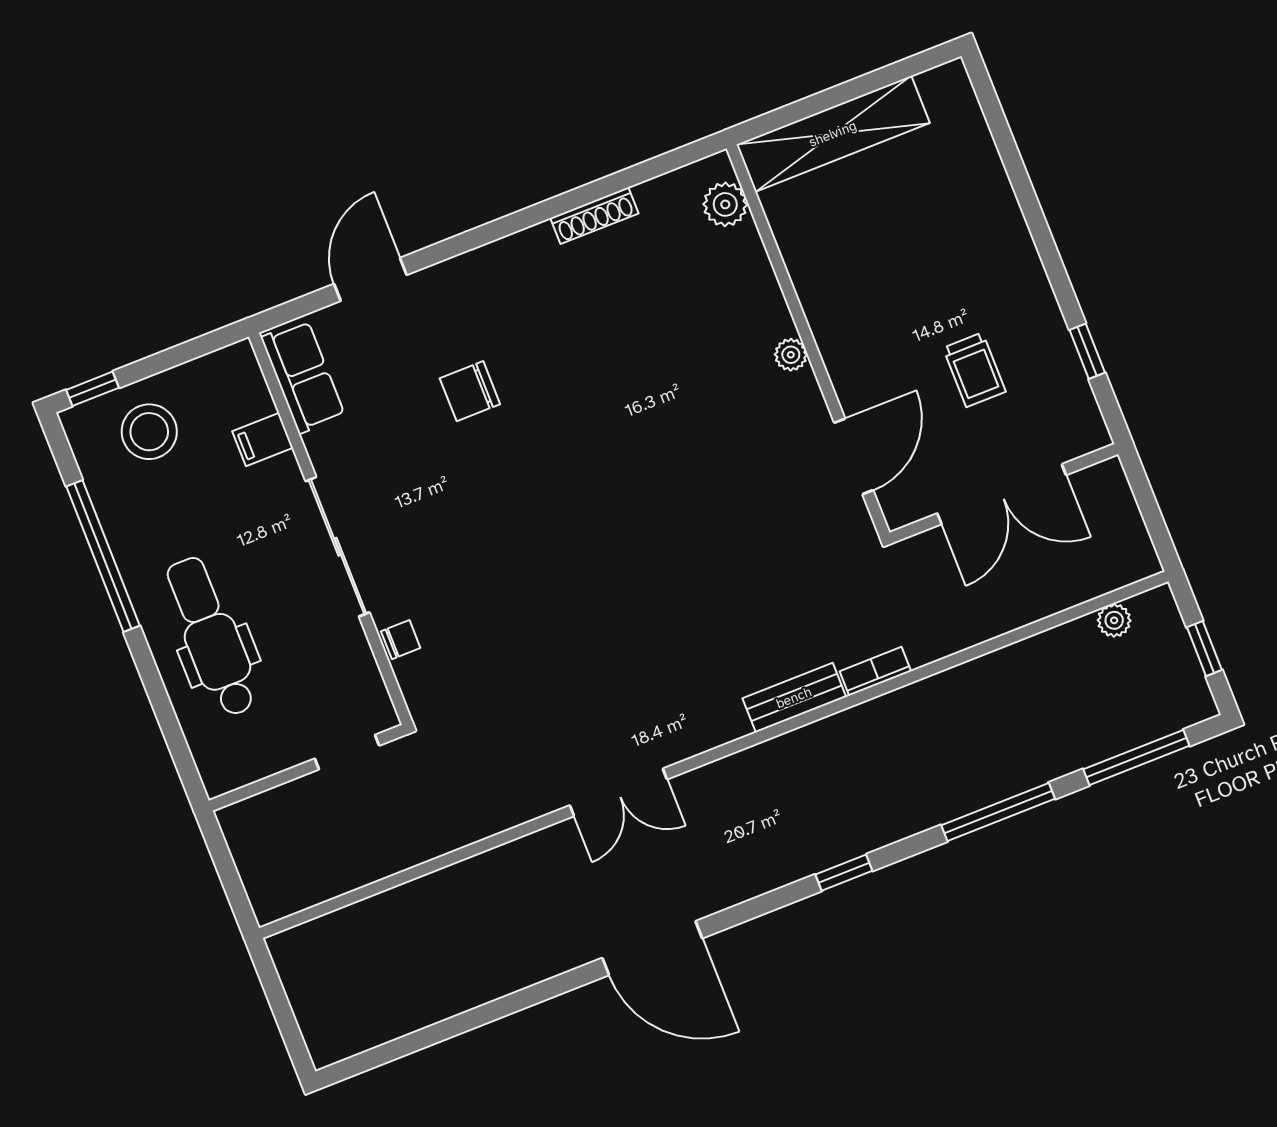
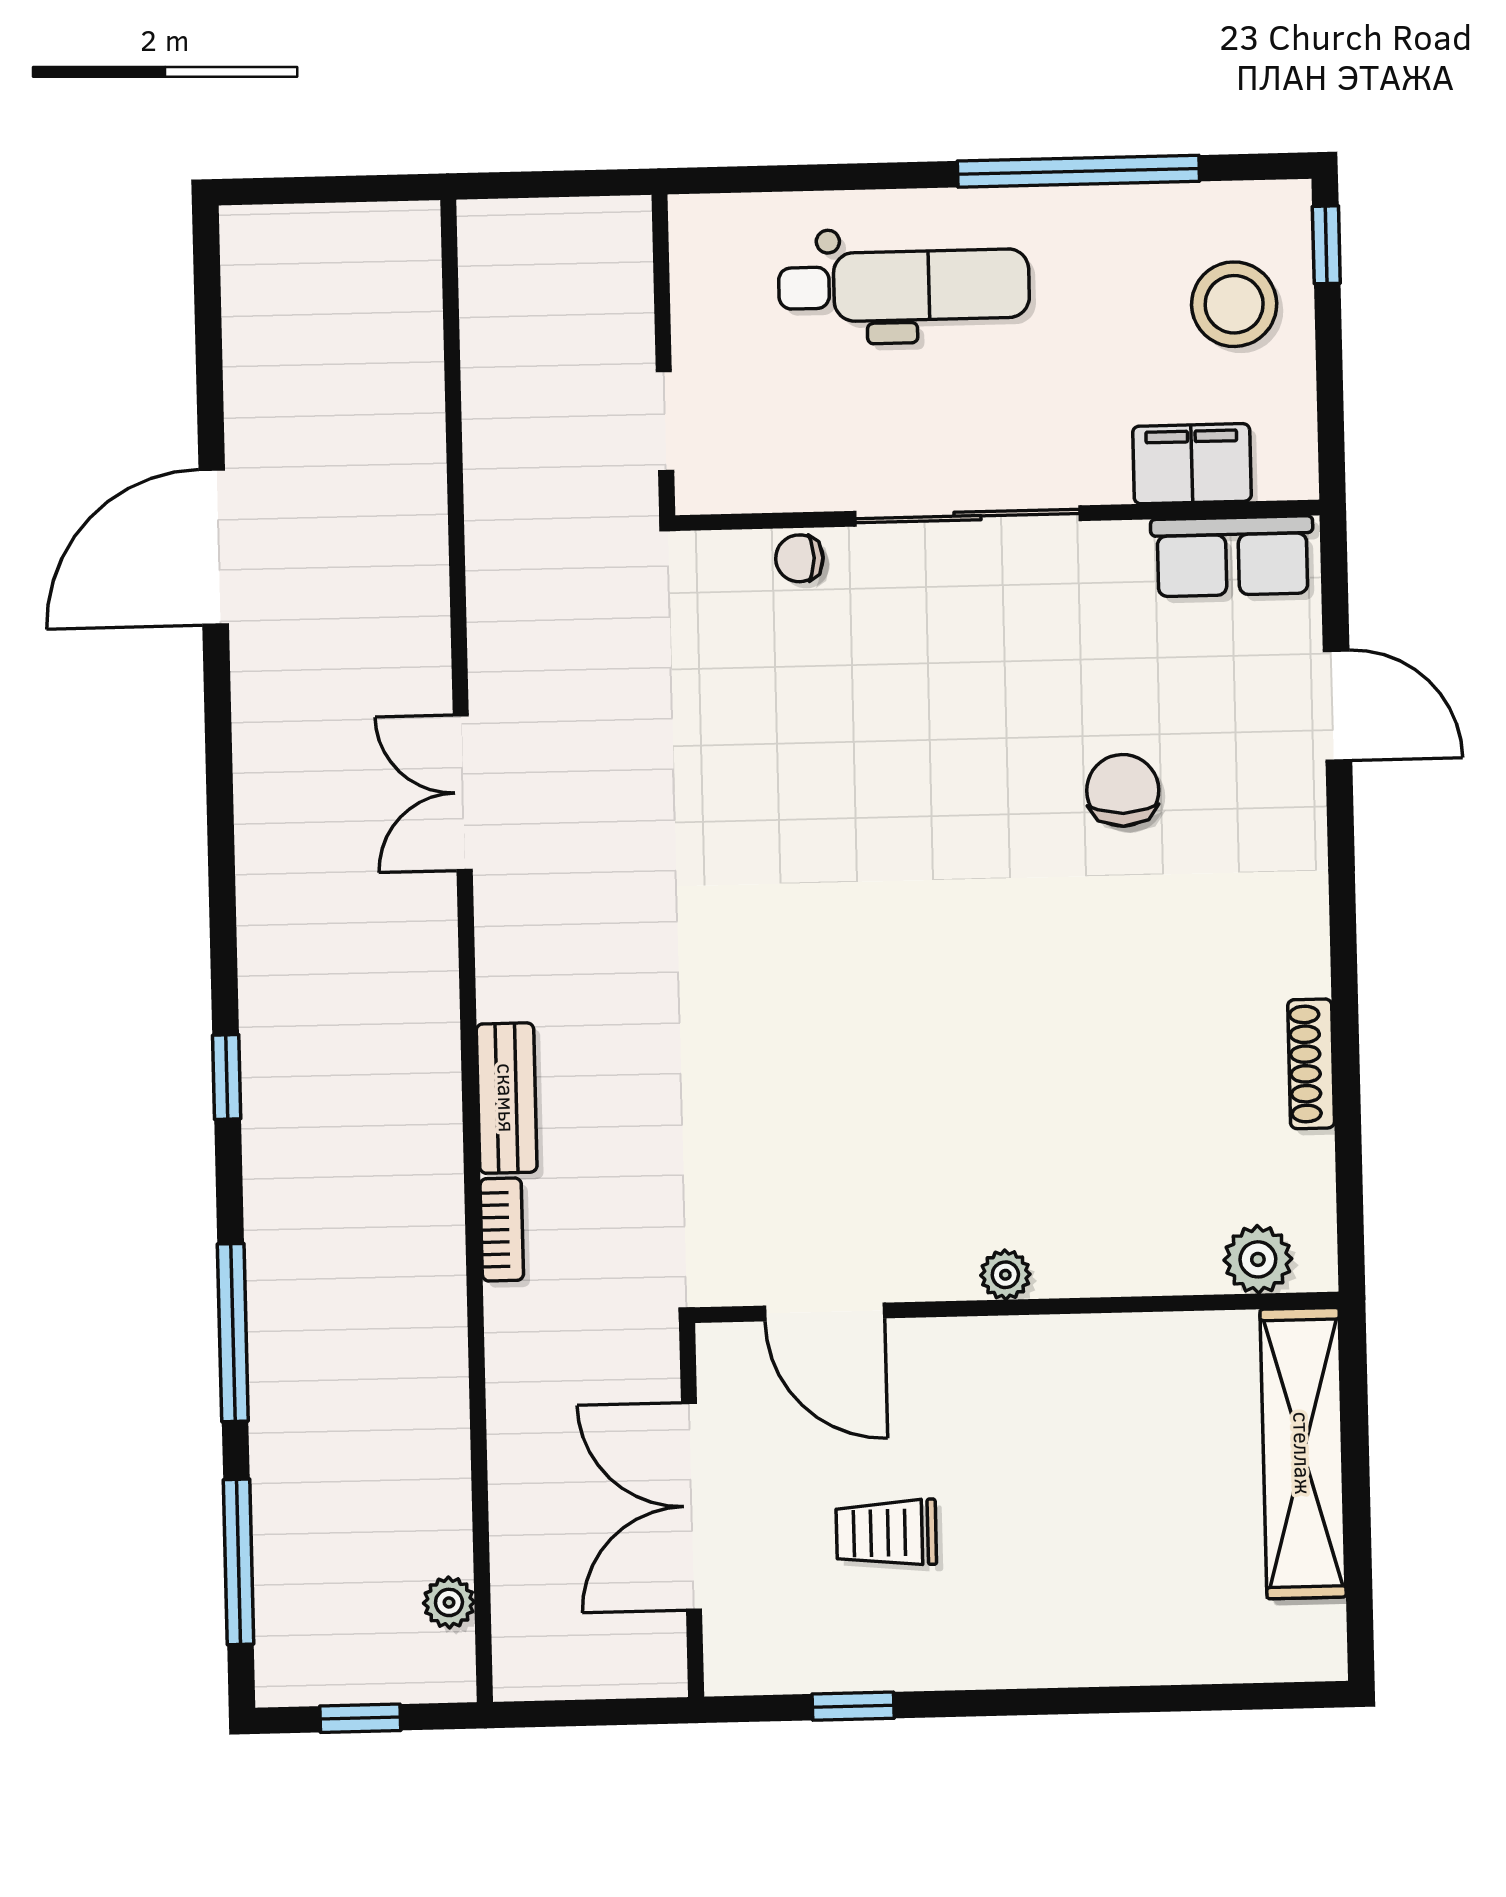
filing cabinet: (263, 439) -> (1192, 464), width x2.00
chair: (401, 640) -> (799, 558), turned 90
door: (652, 948) -> (214, 547), moved

